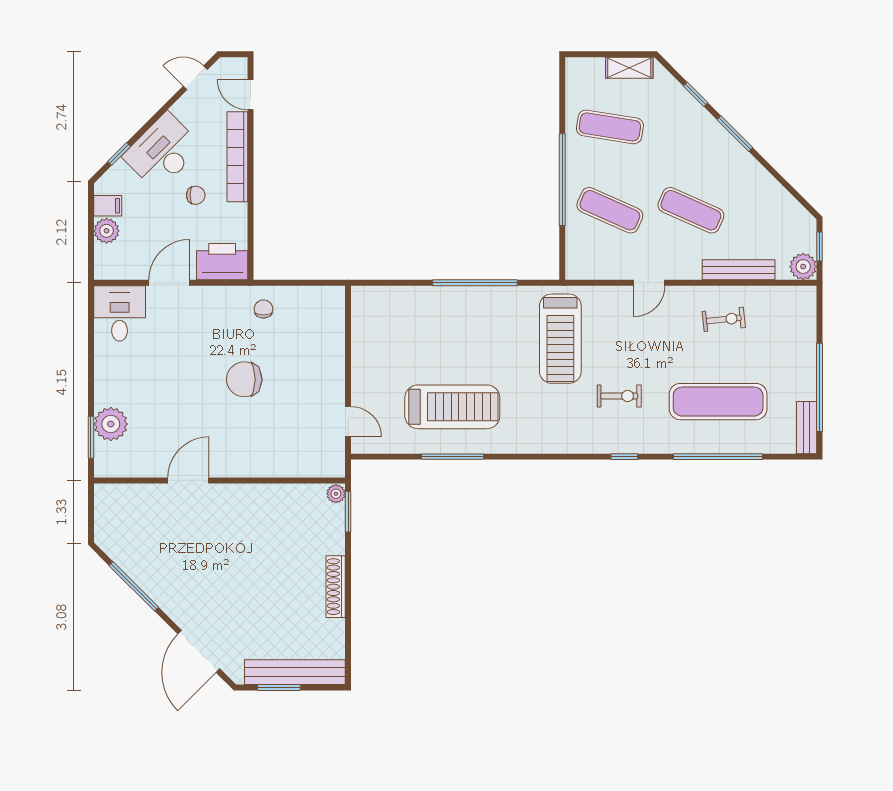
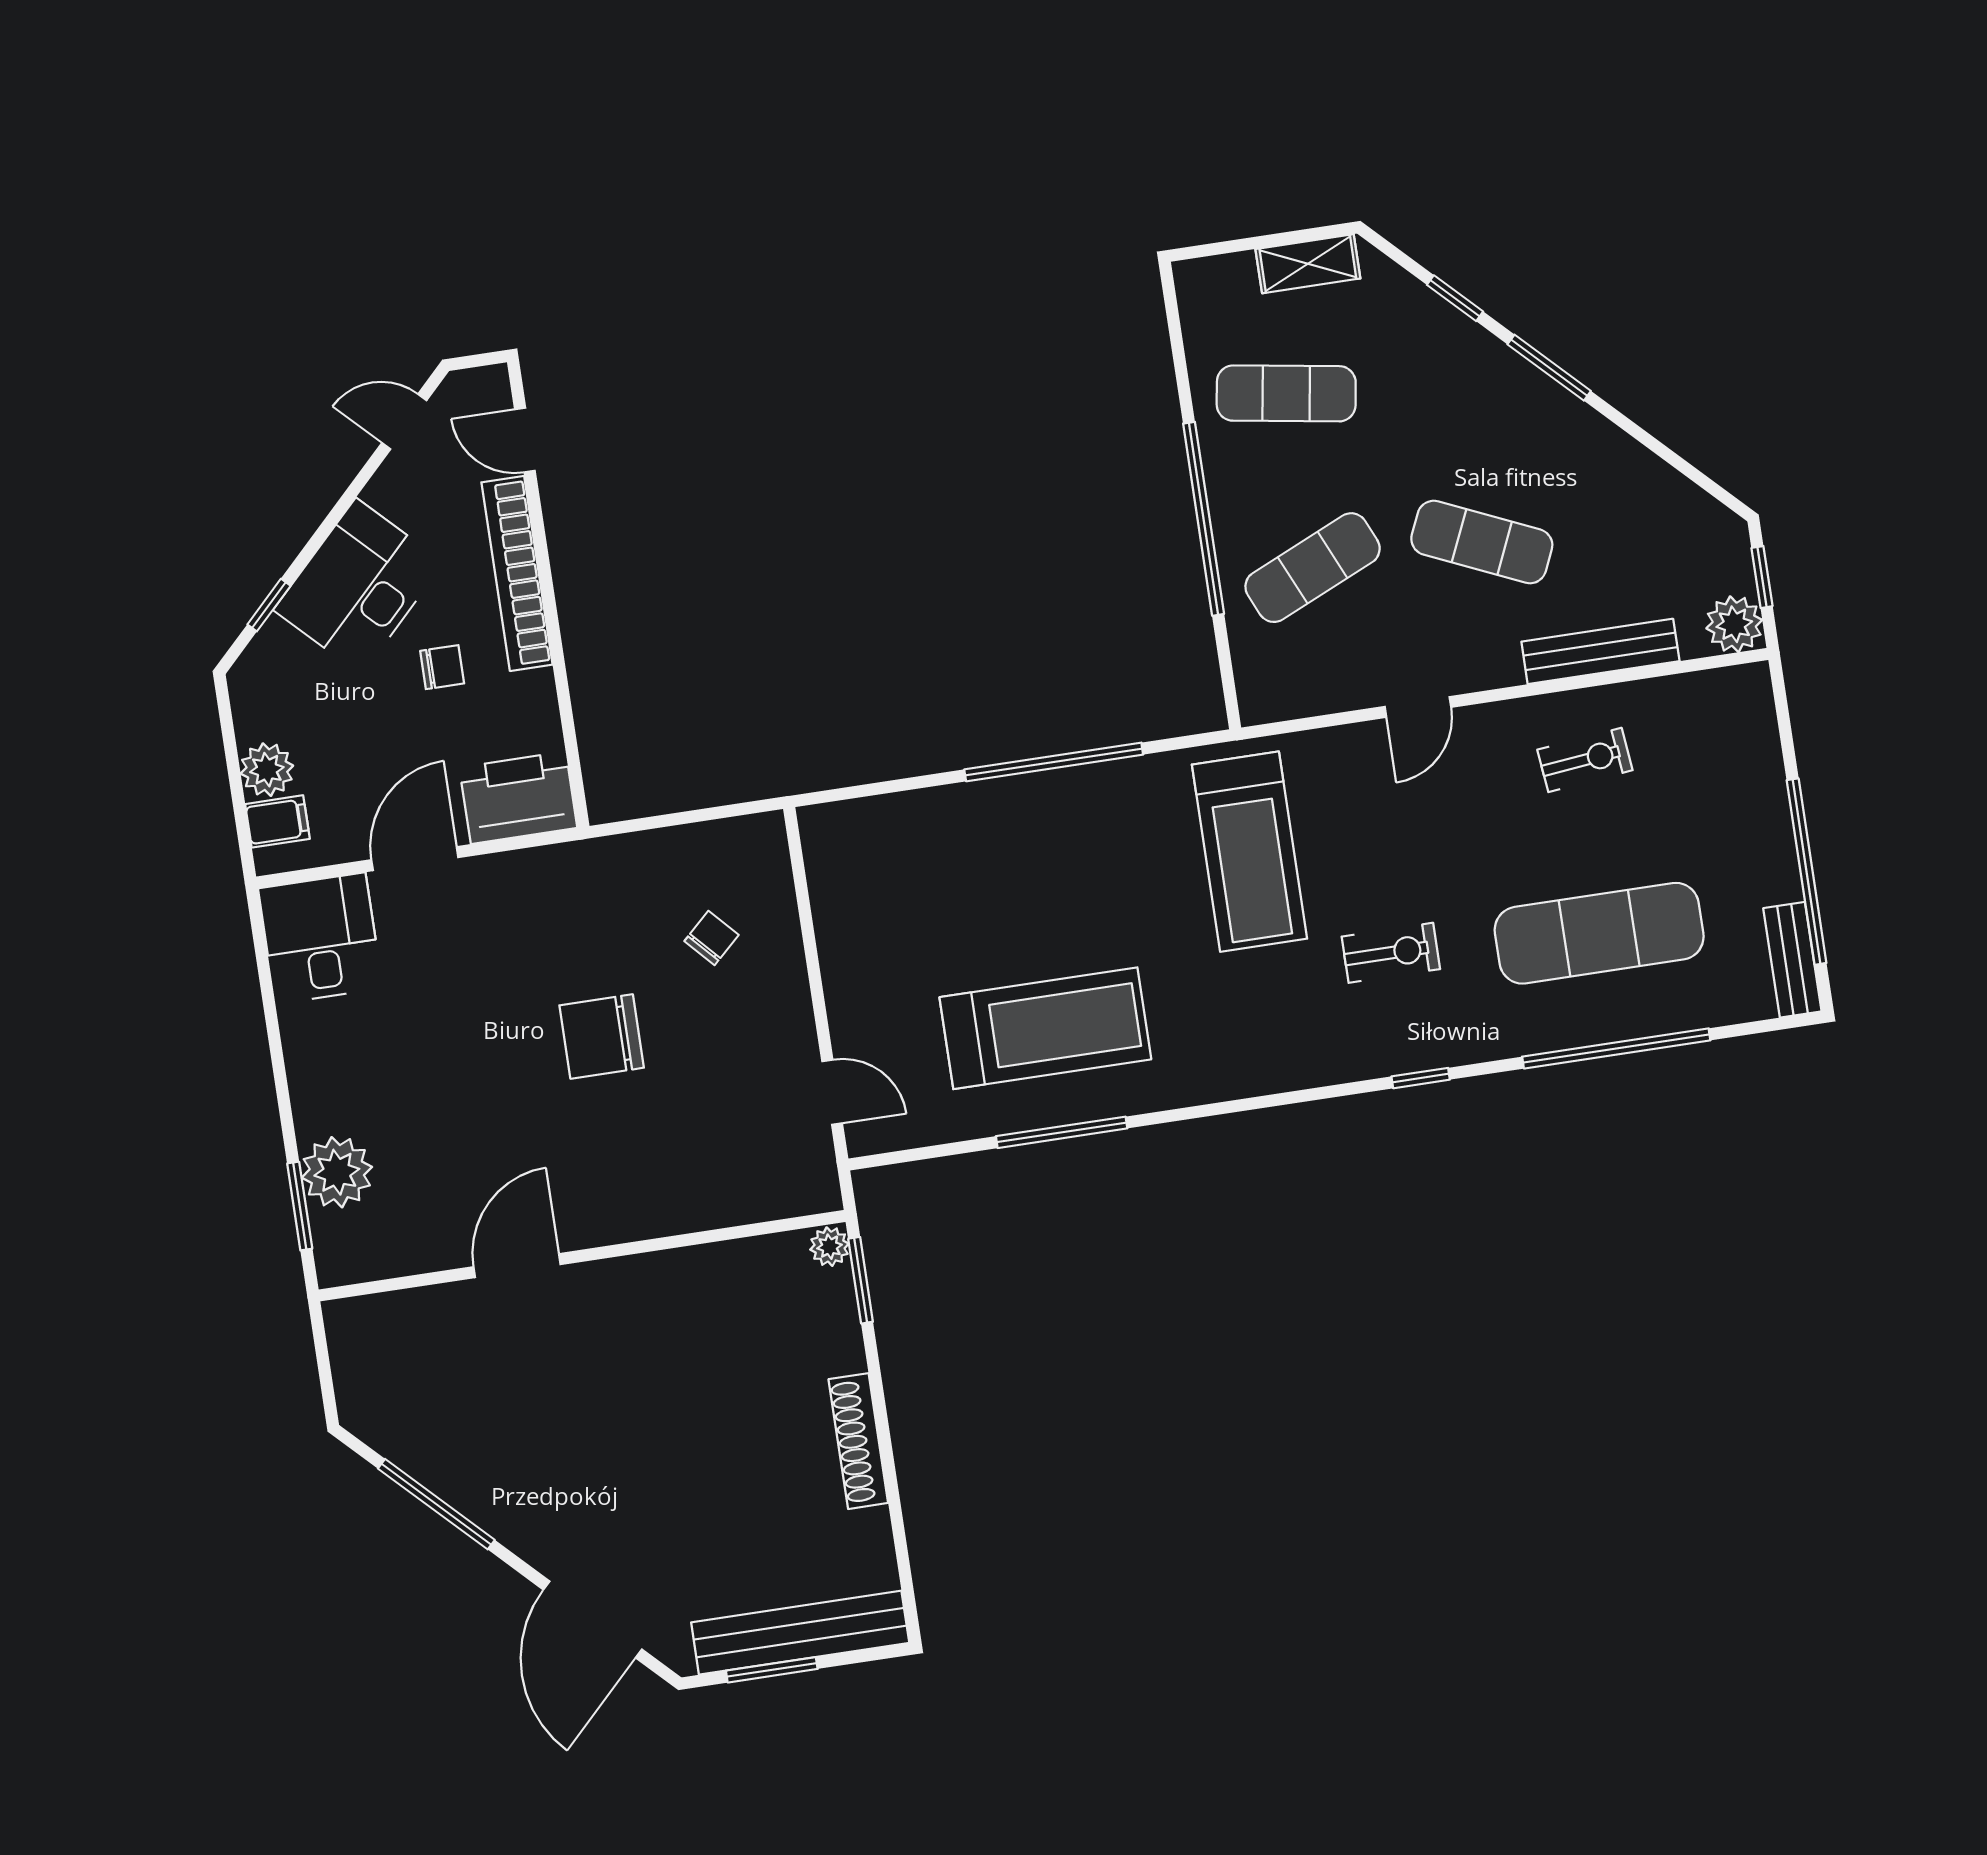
filing cabinet: (108, 206) -> (277, 821), moved
exercise mat: (610, 210) -> (1313, 568), turned -48
chair: (263, 309) -> (711, 938), moved, turned 47

